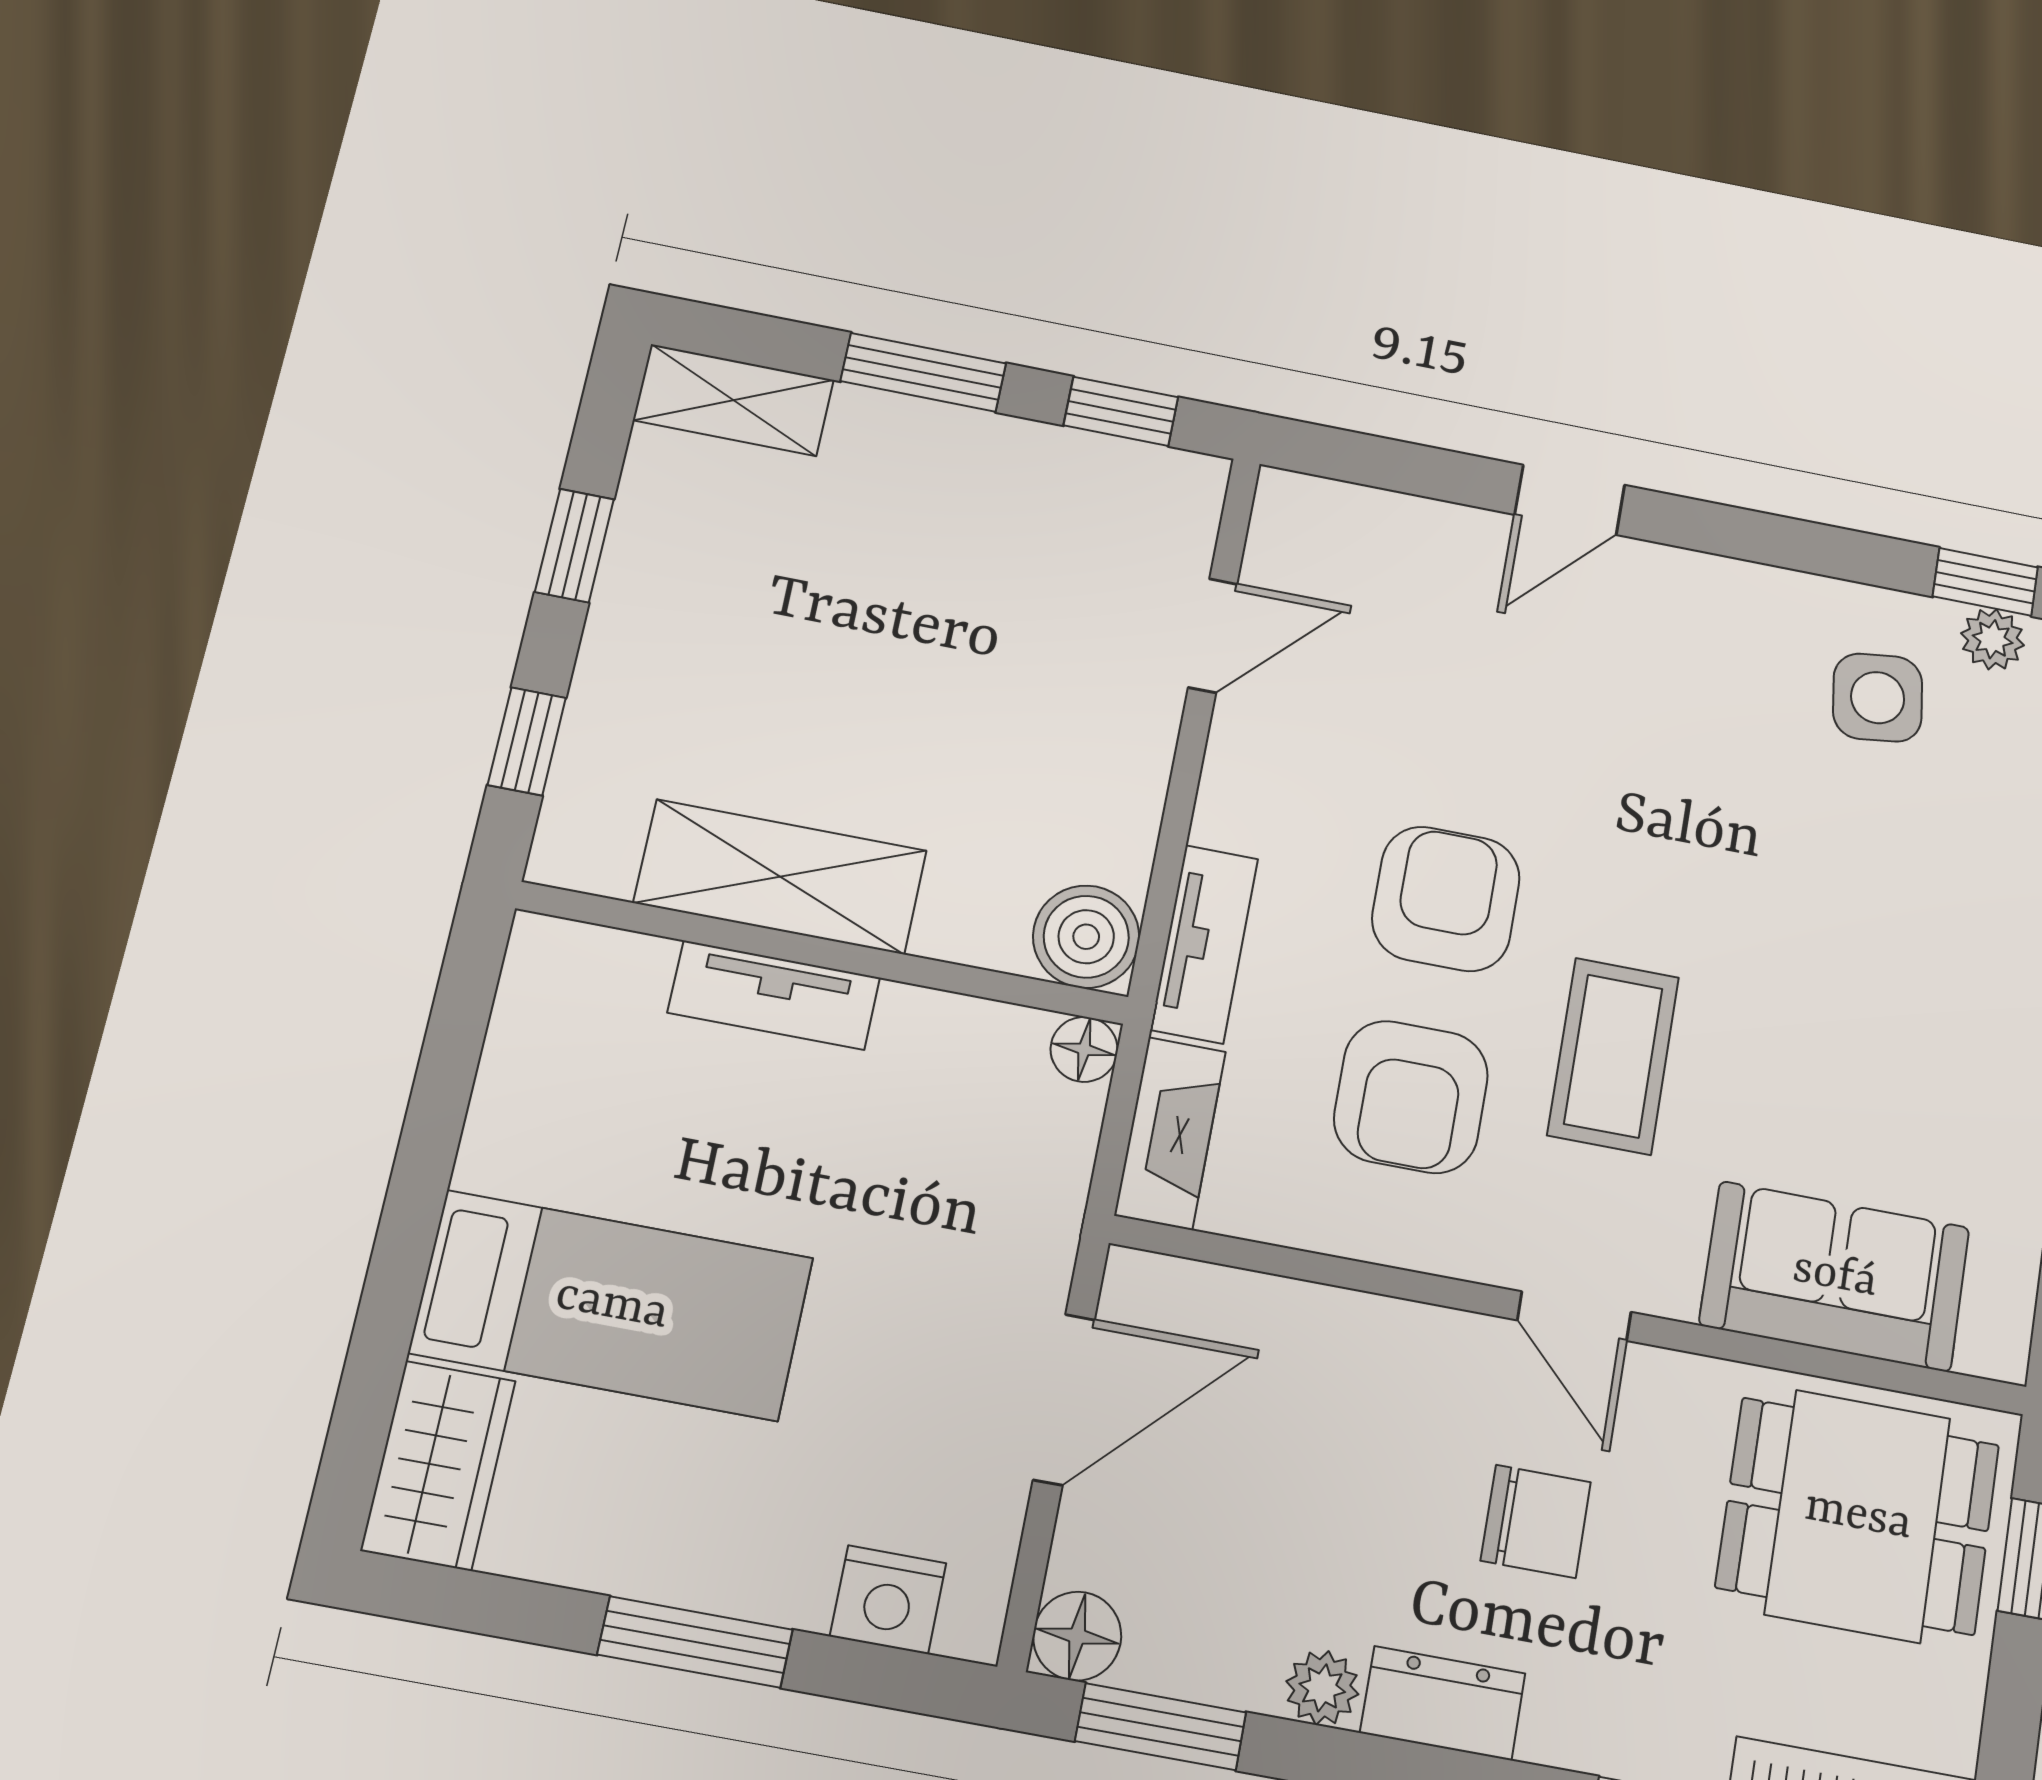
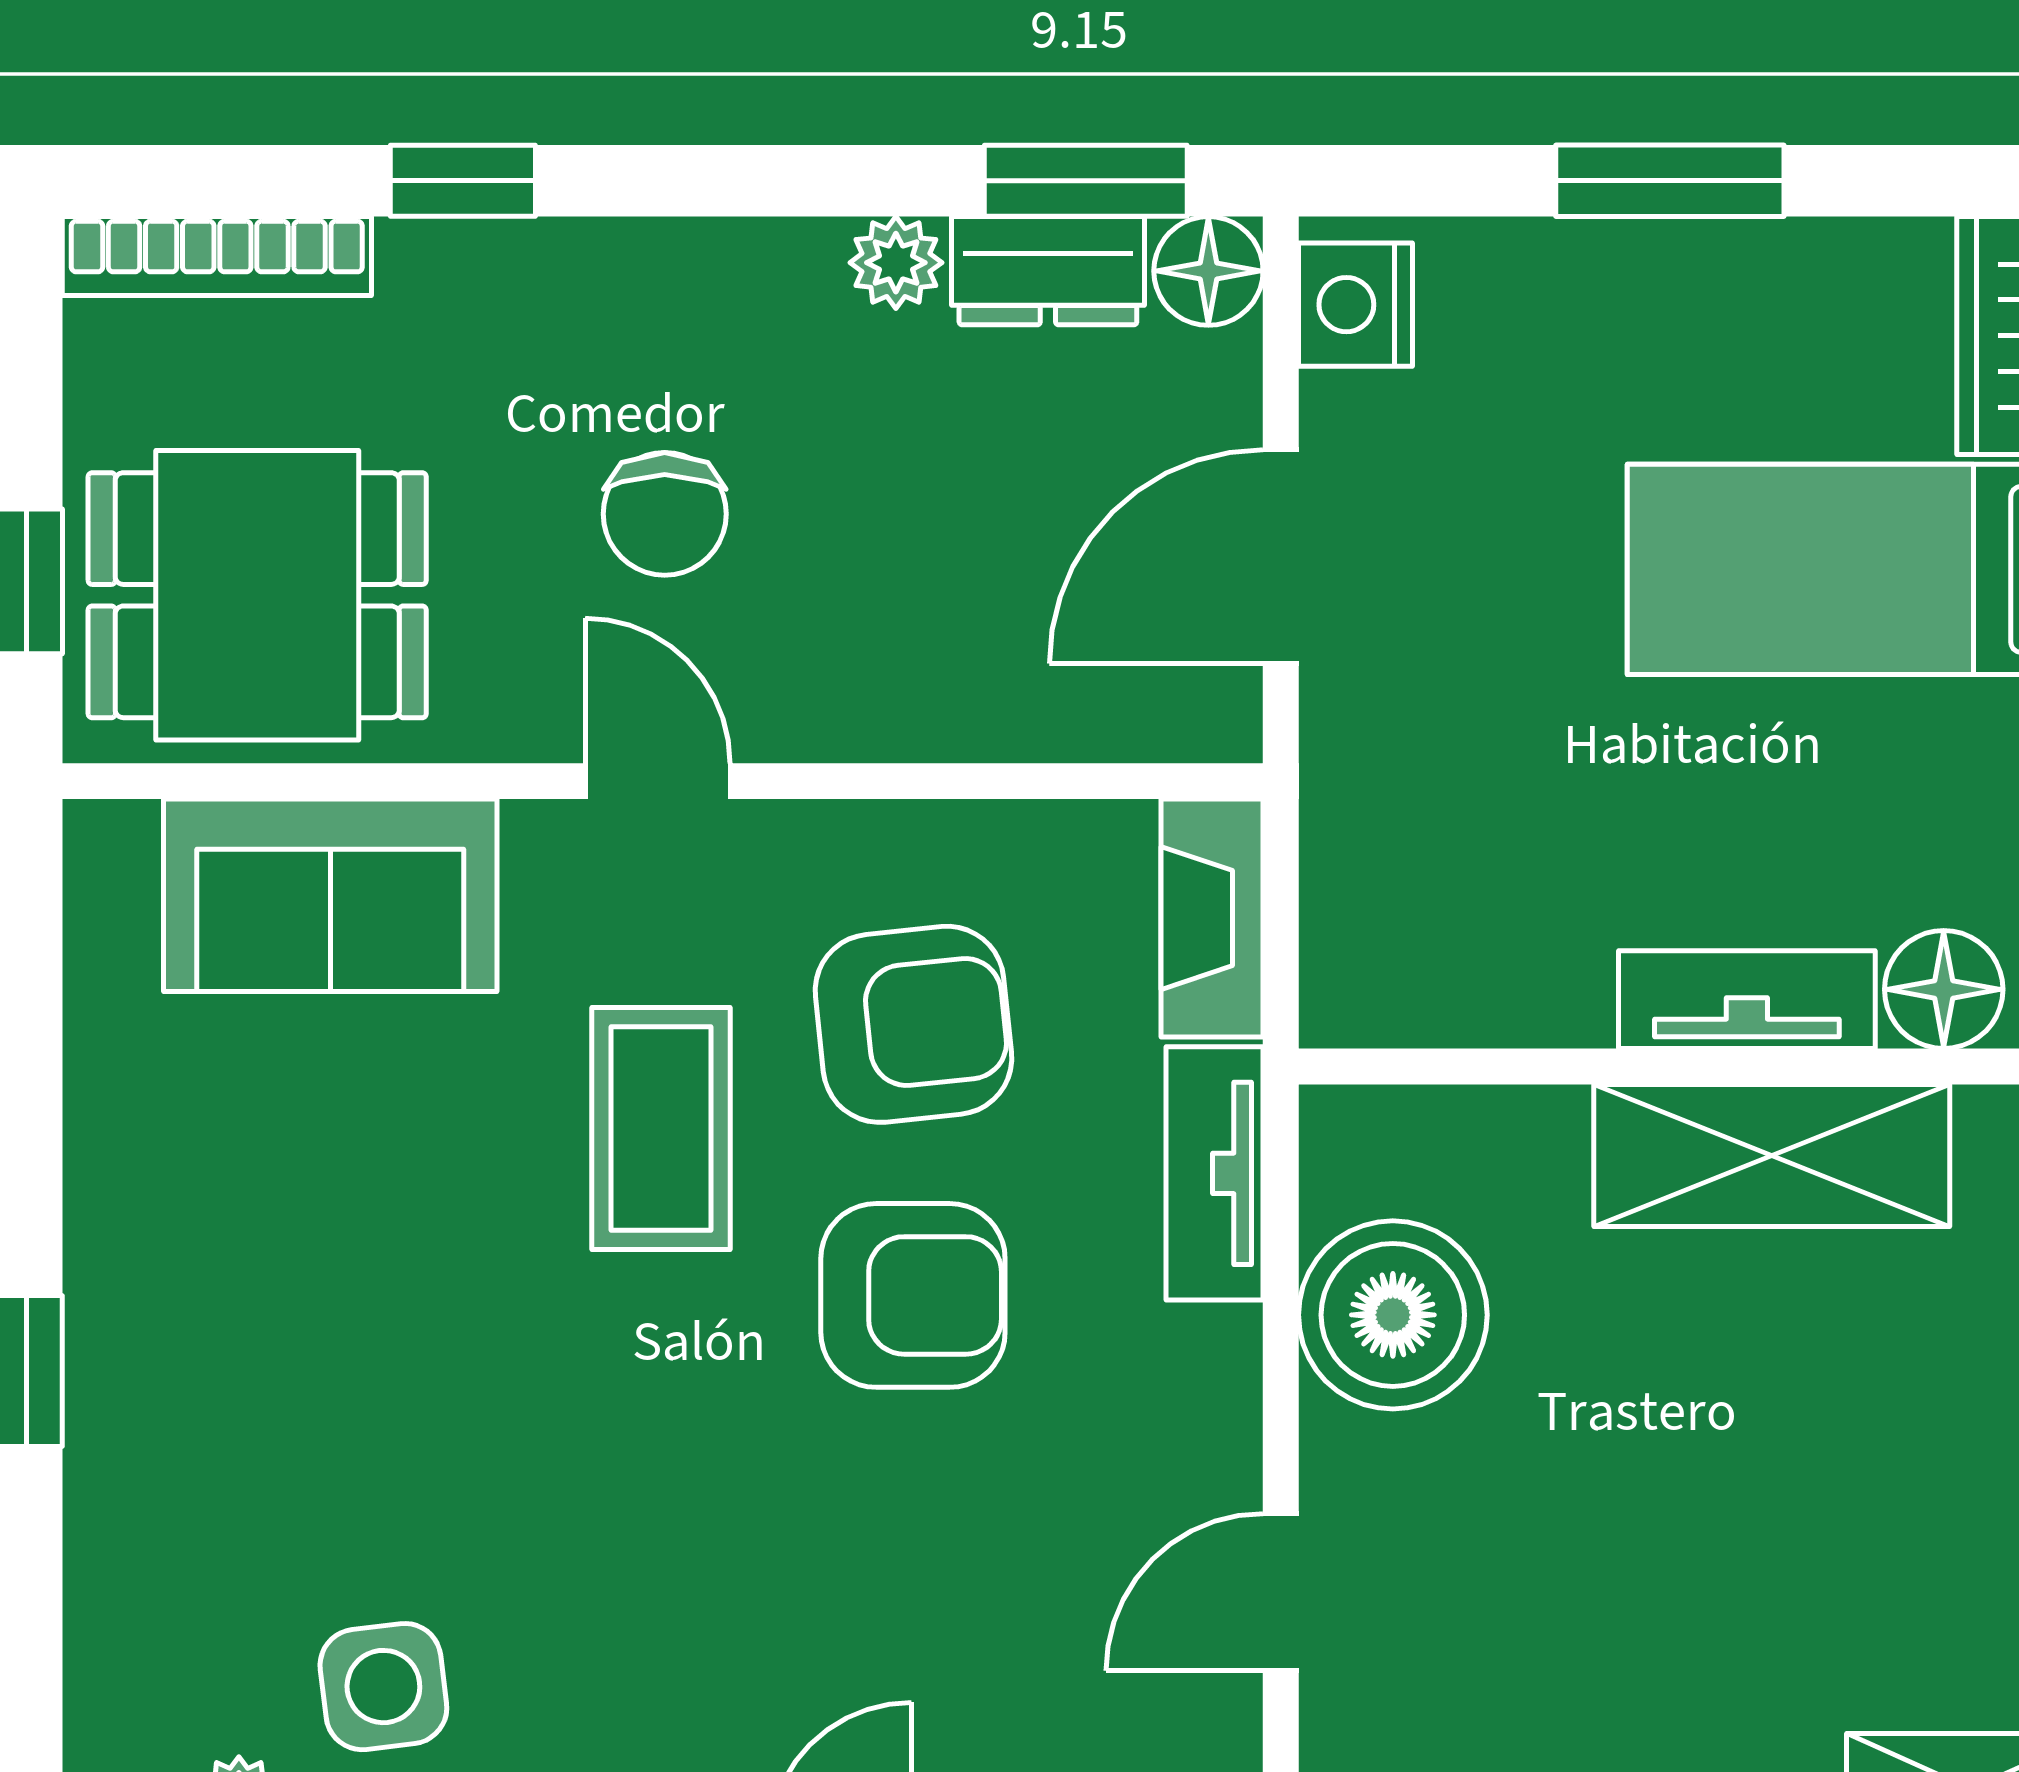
armchair: (1446, 899) -> (913, 1295), turned -90
boiler: (1086, 937) -> (1393, 1315), moved, width x1.37, depth x1.37
floor lamp: (1084, 1049) -> (1944, 989), moved, width x1.37, depth x1.37
armchair: (1411, 1097) -> (913, 1024), turned 84
chair: (1536, 1521) -> (665, 514), turned -90
nightstand: (888, 1600) -> (1355, 305), moved, turned -90
dresser: (1443, 1703) -> (1048, 271), moved

